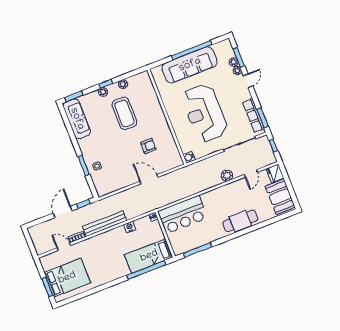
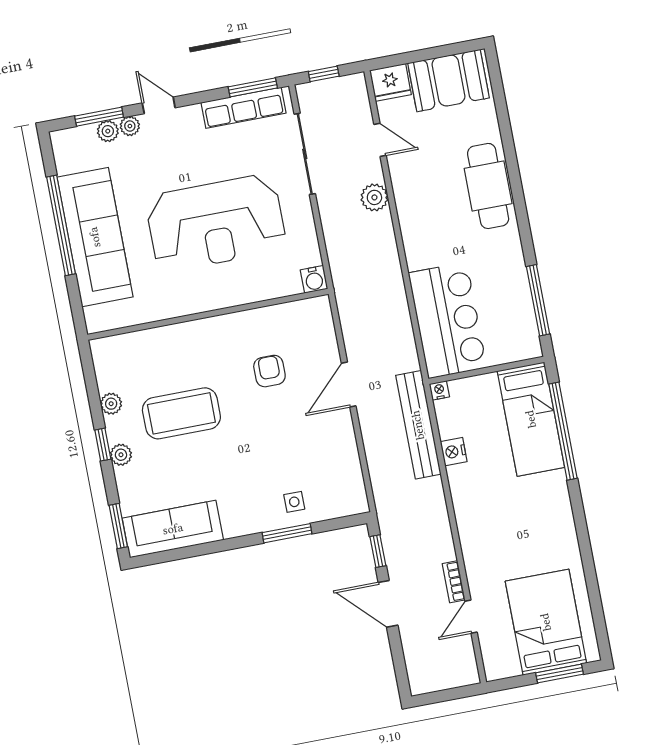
bench: (105, 224) -> (418, 425), moved

